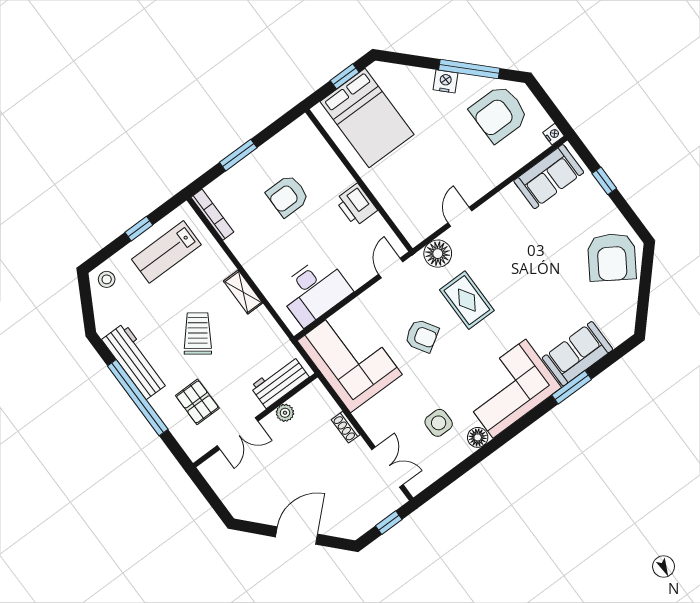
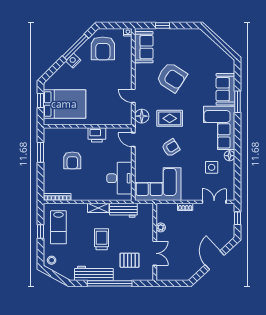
window: (238, 155) -> (41, 152), moved
armchair: (612, 257) -> (172, 77), moved
trolley: (198, 333) -> (102, 239), turned 54
workbench: (280, 382) -> (123, 210), moved, turned -90

